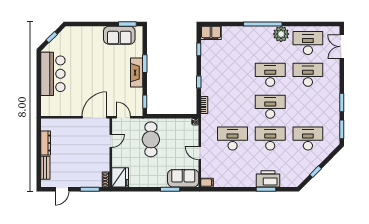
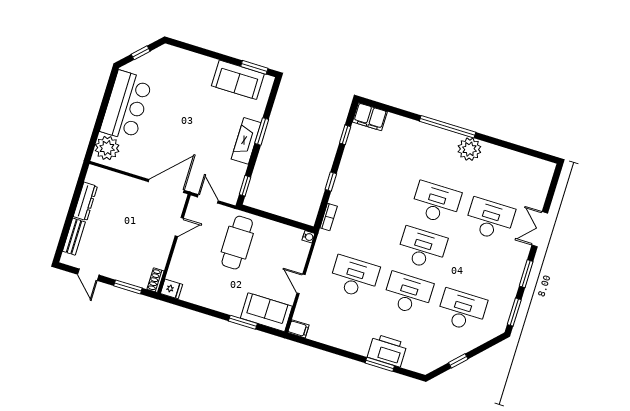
desk: (308, 43) -> (504, 174), removed
double door: (342, 47) -> (540, 229), moved
plant: (49, 105) -> (107, 148), added
fridge: (120, 177) -> (172, 289), width x0.53, depth x0.75
door: (62, 189) -> (88, 275), hinge flipped

